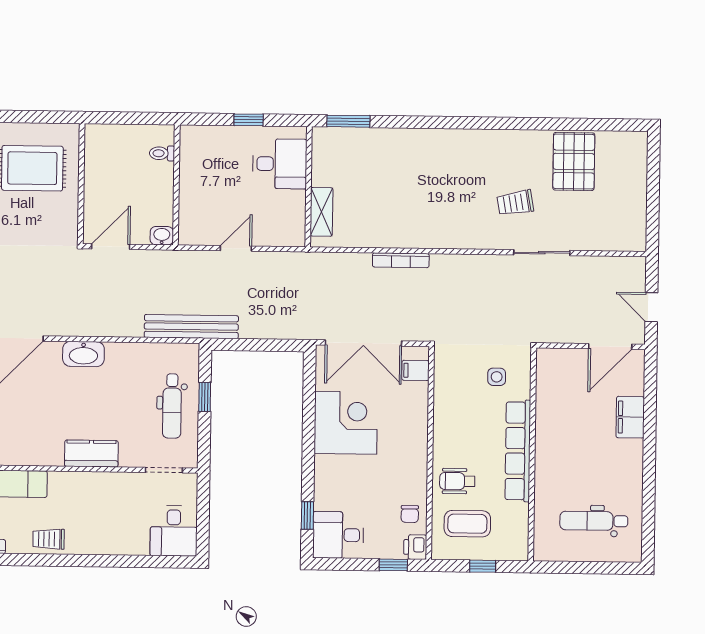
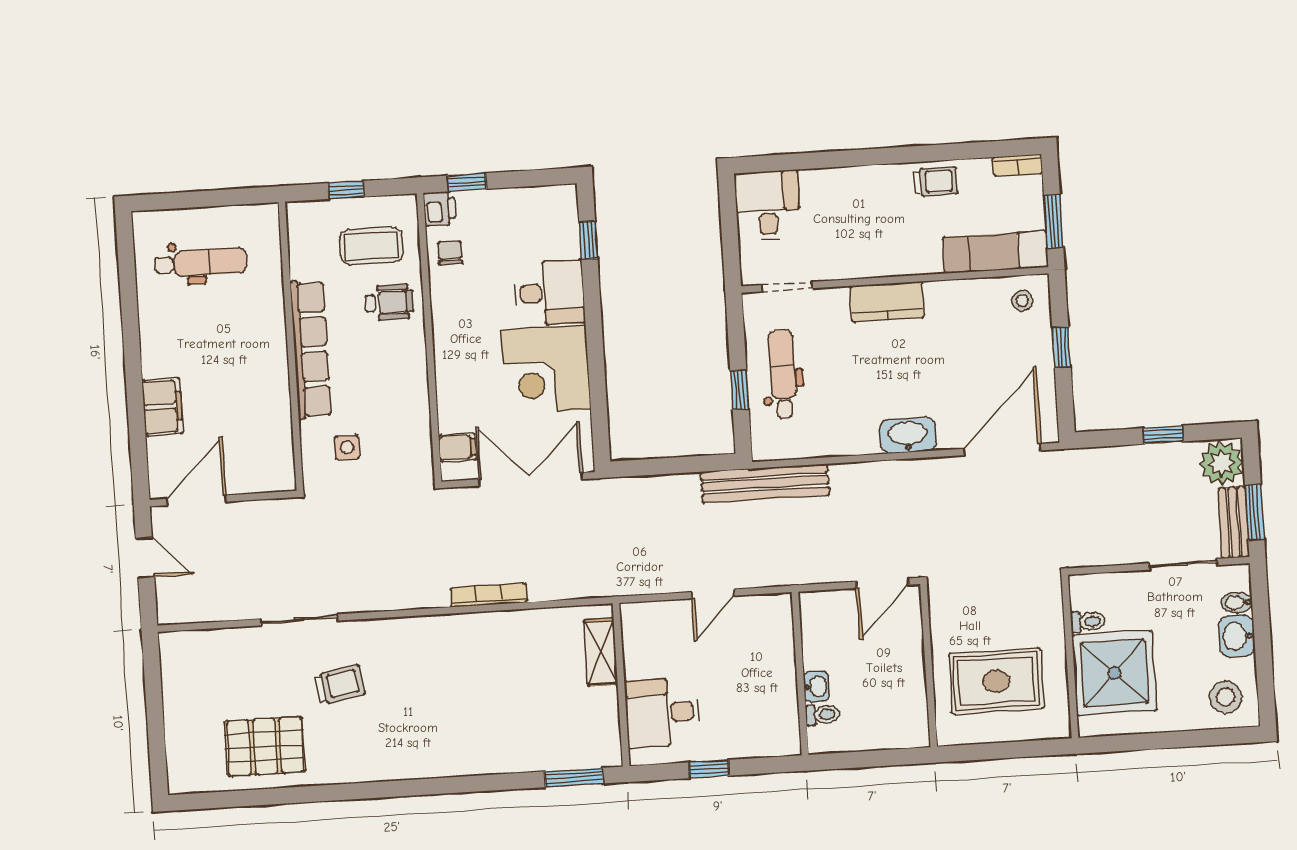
pallet: (574, 161) -> (265, 746), turned 90
washbasin: (162, 236) -> (817, 687), moved, turned -90
desk: (338, 535) -> (549, 293), moved

